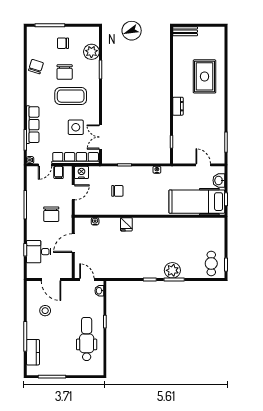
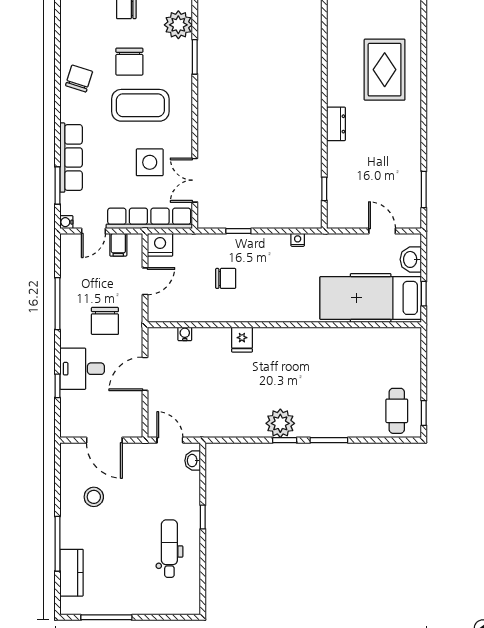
chair: (36, 67) -> (79, 79), moved
desk: (39, 252) -> (82, 369), moved
plant: (172, 270) -> (280, 423), moved
dental chair: (87, 339) -> (169, 549), width x0.73, depth x0.72

